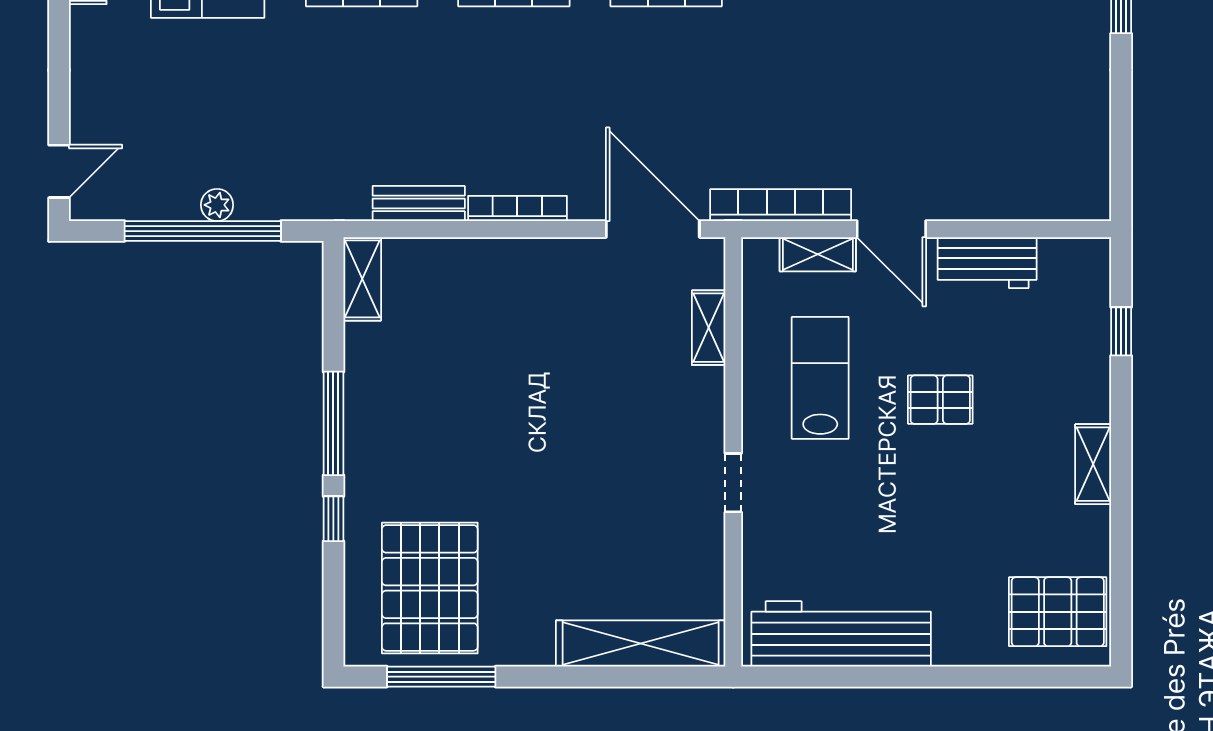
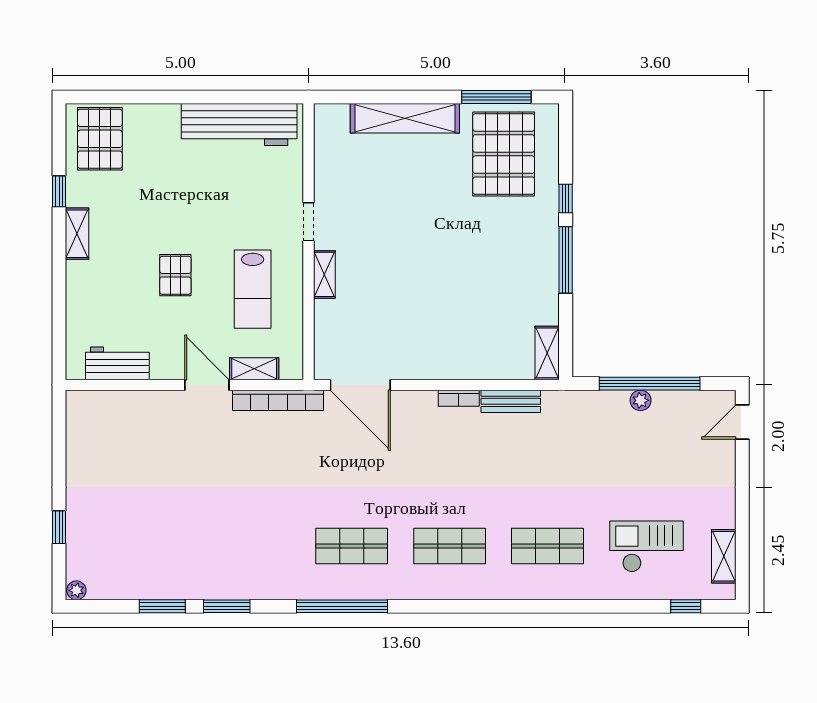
bookcase: (517, 208) -> (459, 398), width x0.64
workbench: (987, 263) -> (117, 363), moved
shelving: (709, 328) -> (324, 274), moved
window: (1121, 331) -> (59, 191), moved
pallet: (940, 400) -> (175, 275), turned 90
pallet: (1058, 612) -> (100, 139), turned 90
shelving: (641, 644) -> (405, 118), moved

